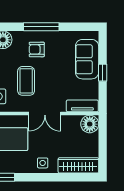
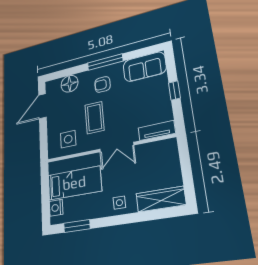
sofa: (87, 59) -> (144, 67), moved, turned -90
floor lamp: (90, 124) -> (168, 149), removed

